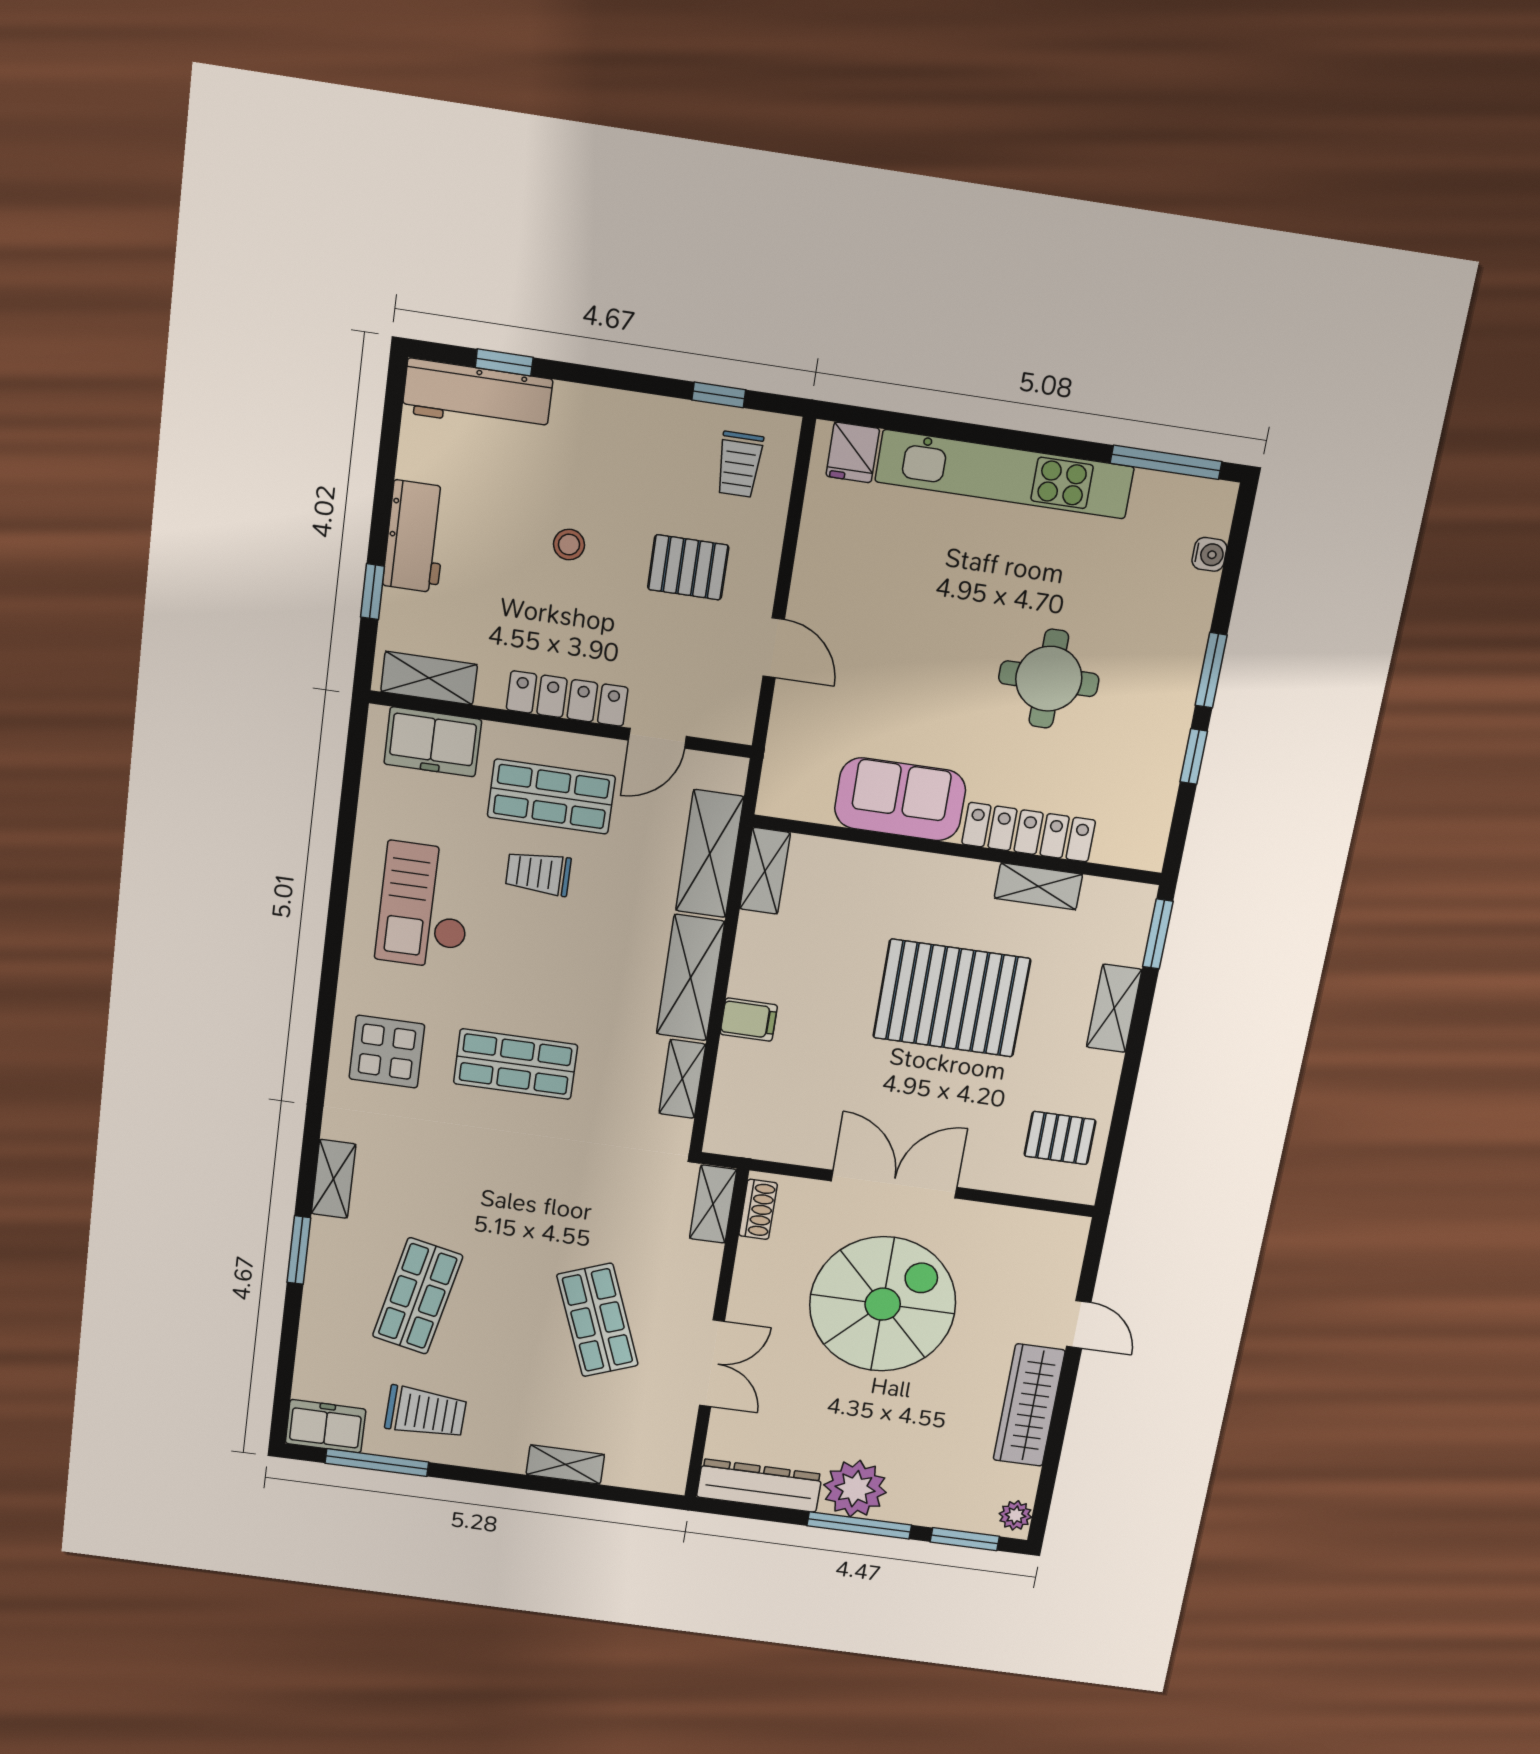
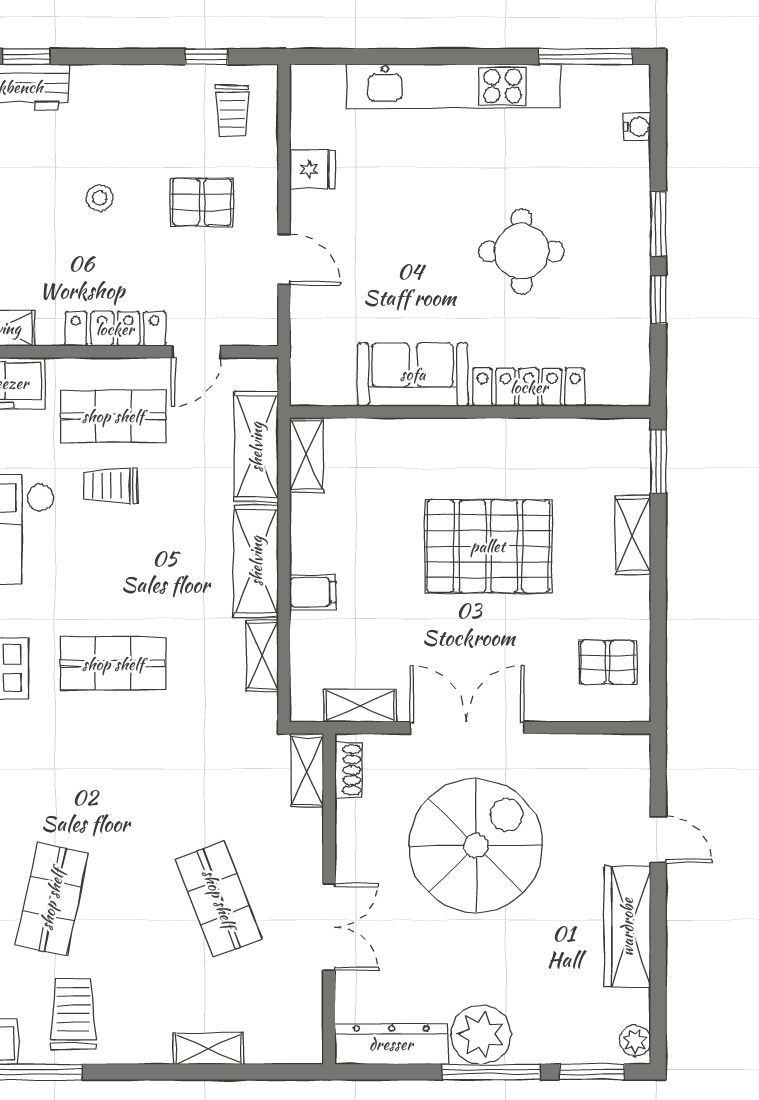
fridge: (853, 452) -> (313, 169), moved, turned -90
shelving: (1038, 886) -> (360, 706), moved
trolley: (426, 1412) -> (73, 1014), turned -92

